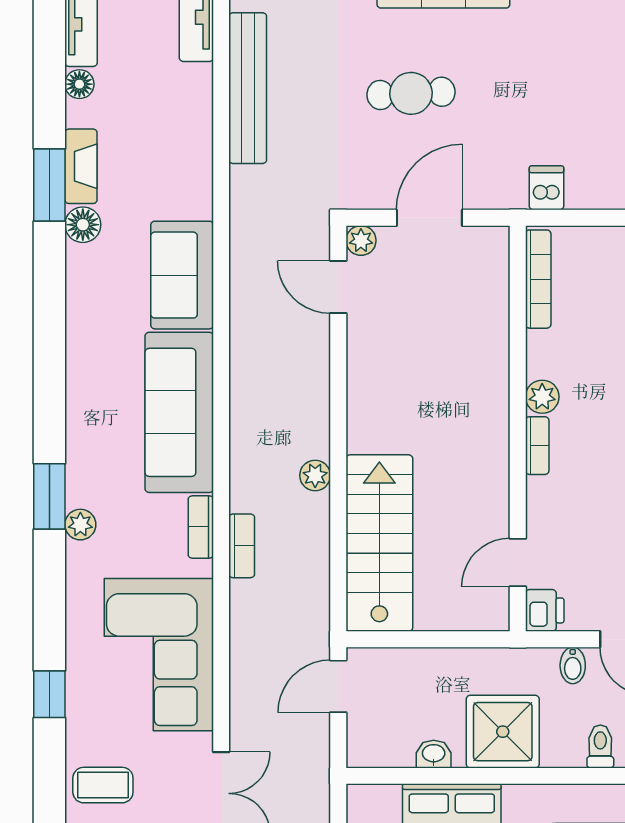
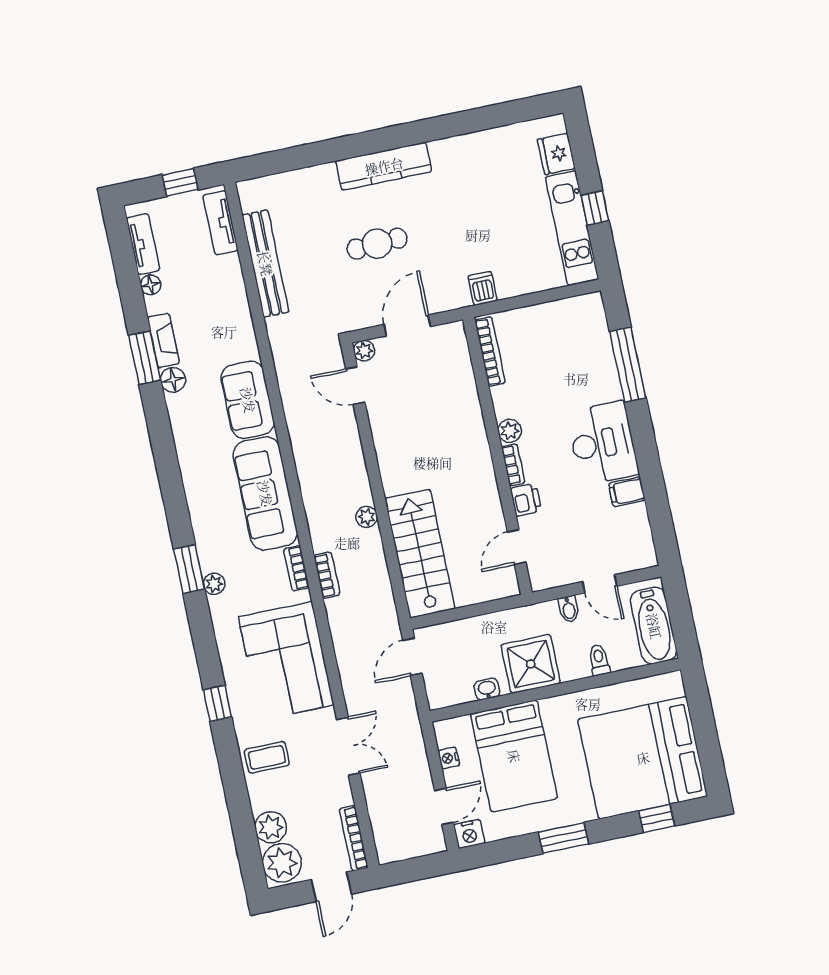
printer: (545, 610) -> (526, 500), moved

